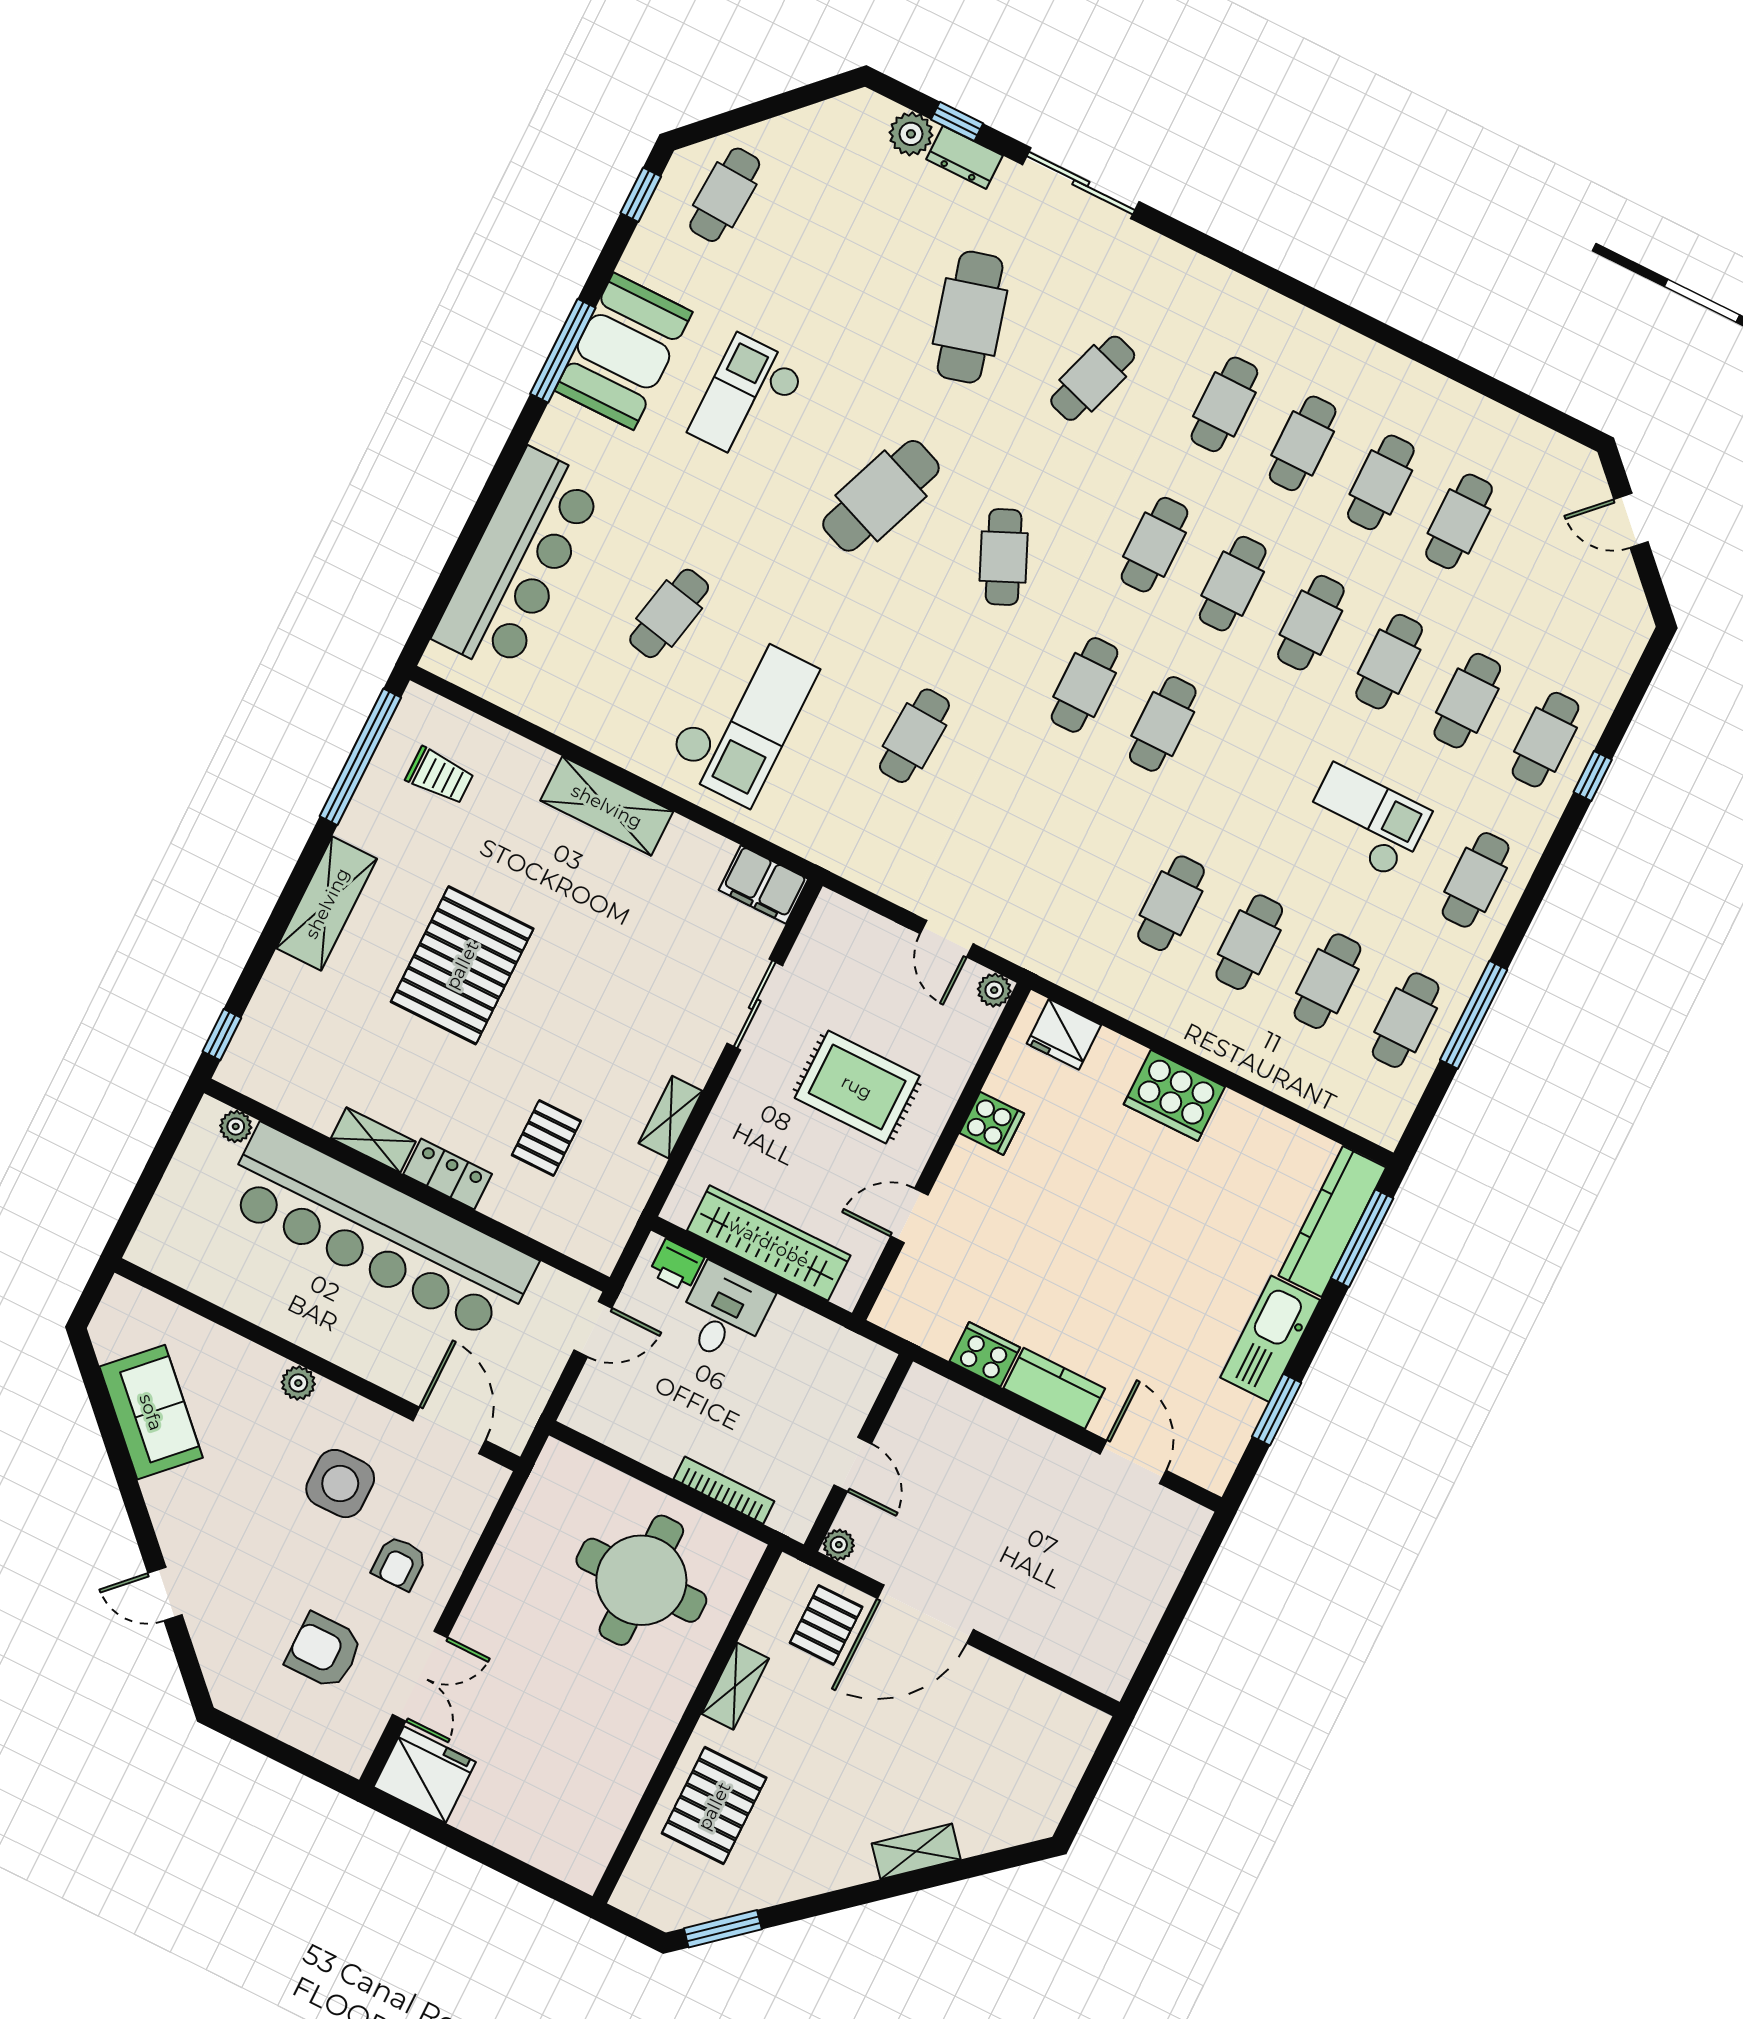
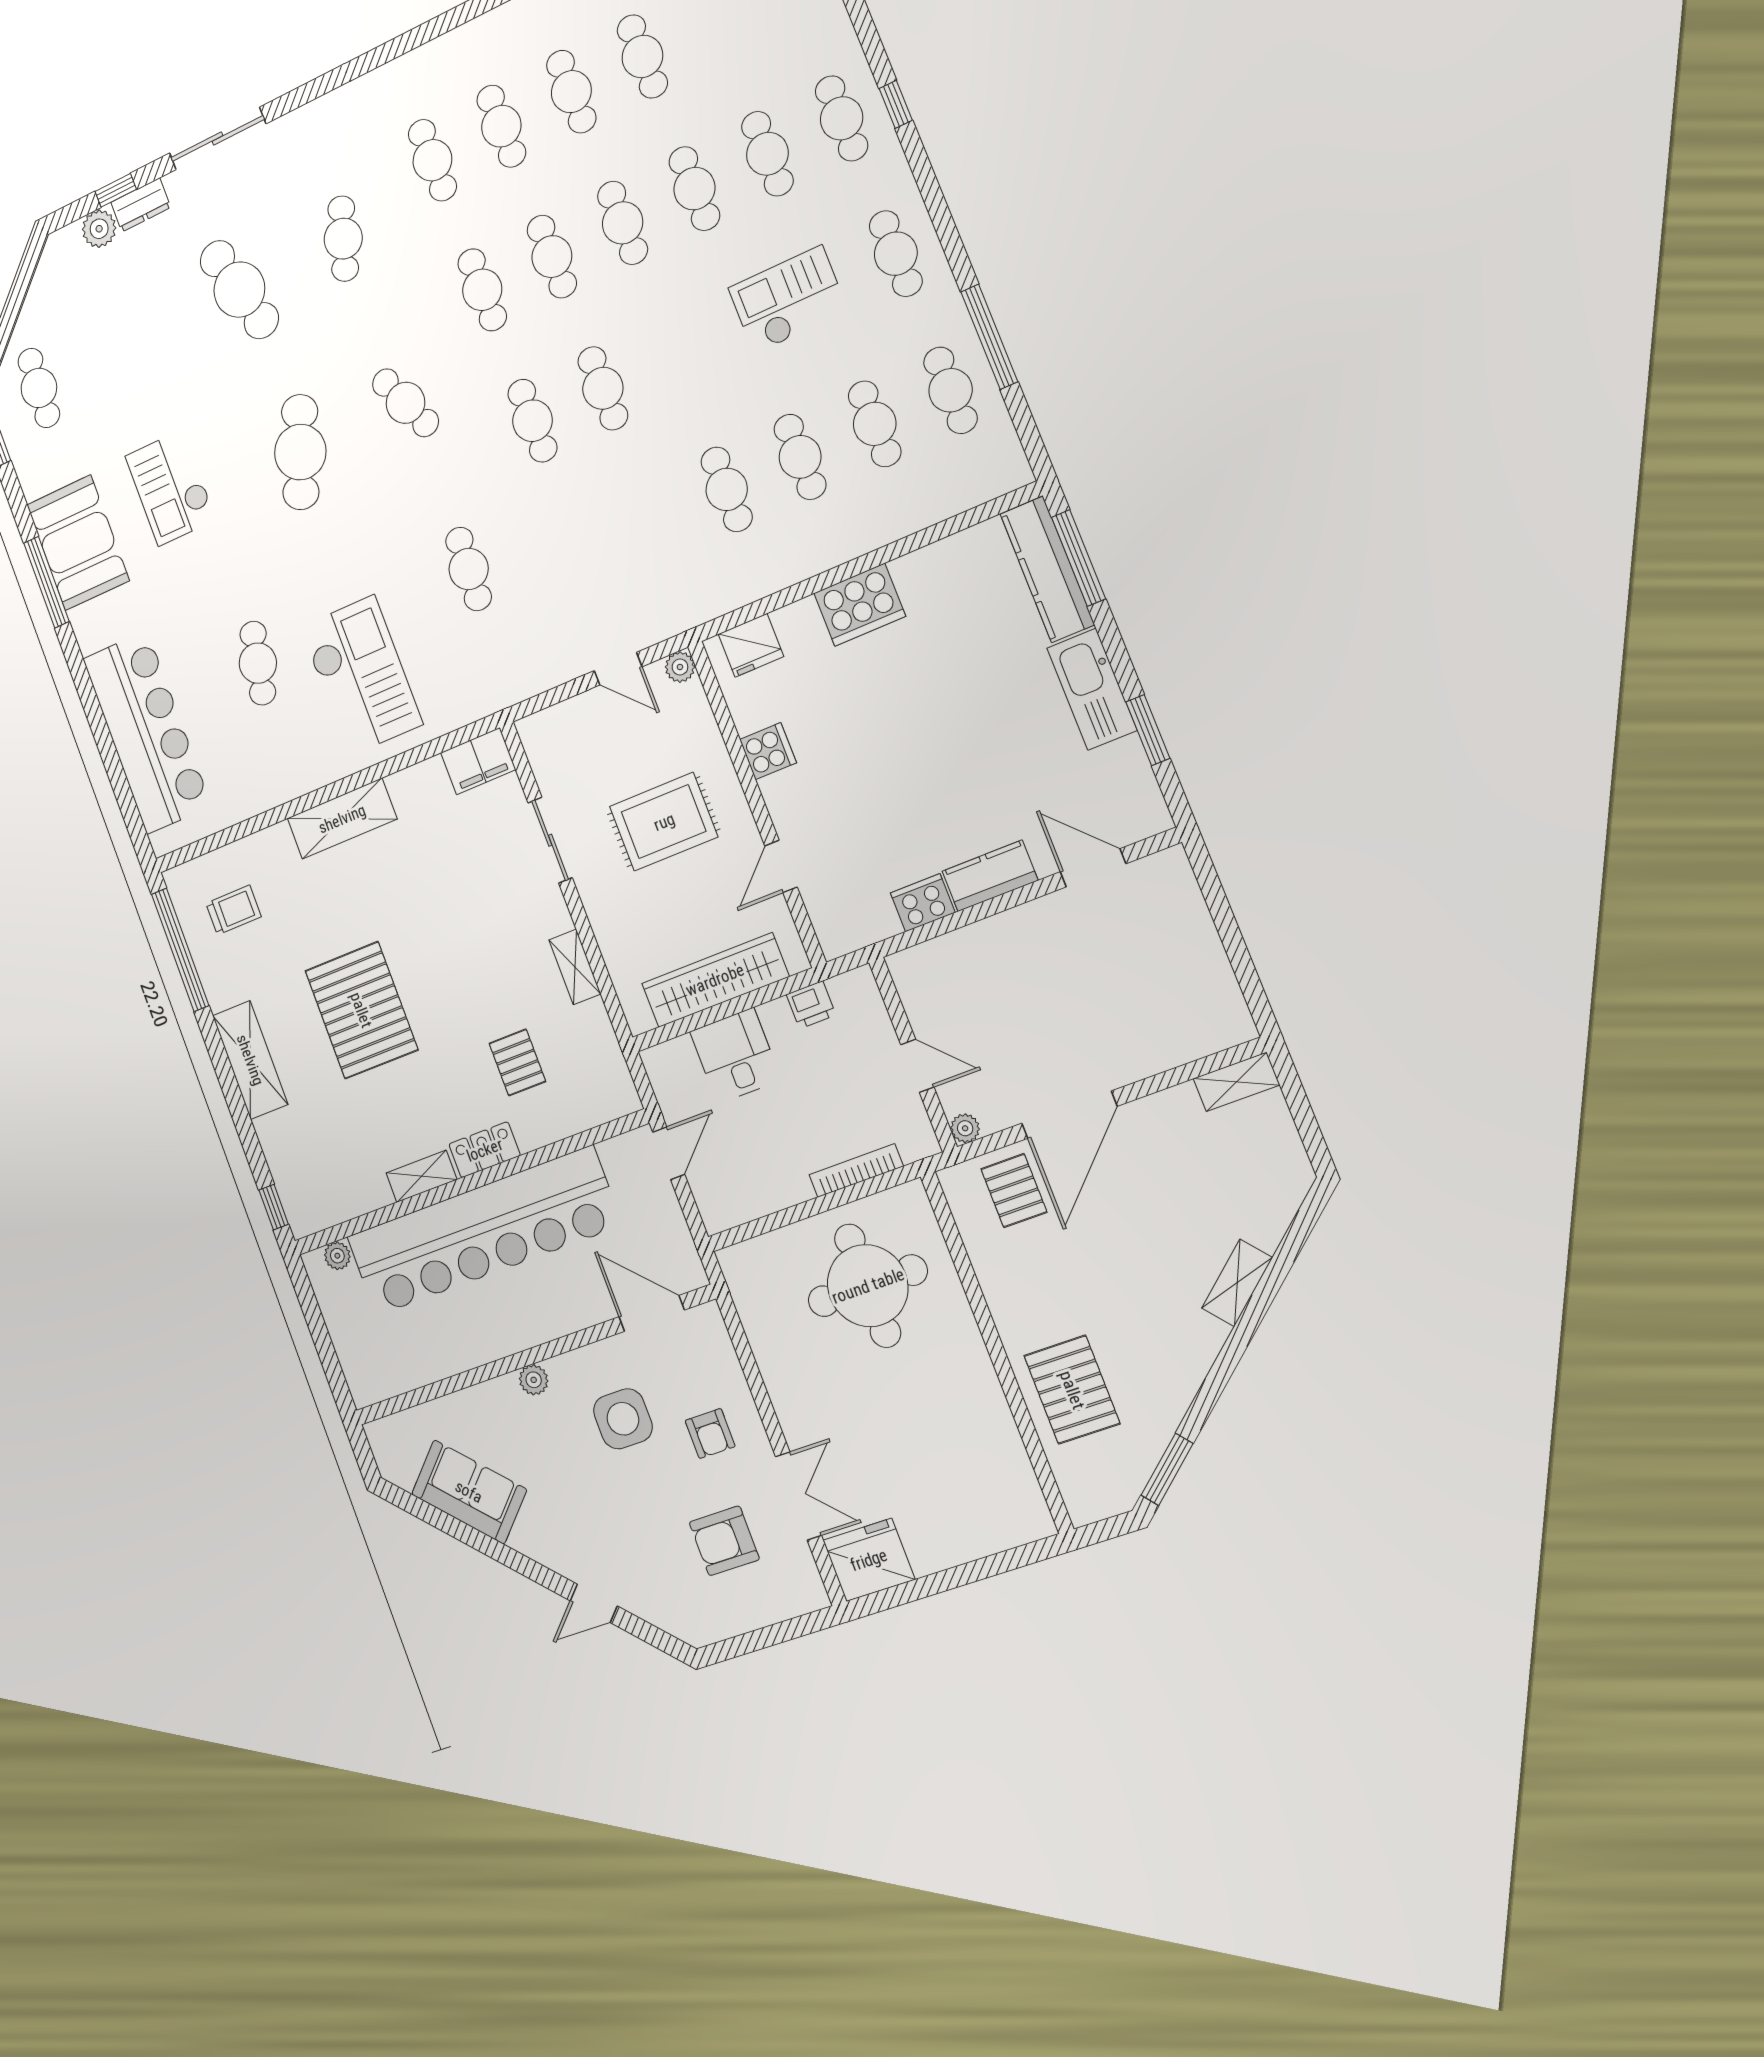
printer: (677, 1265) -> (811, 1005), moved
shelving: (735, 1686) -> (1236, 1082), moved, turned 90

